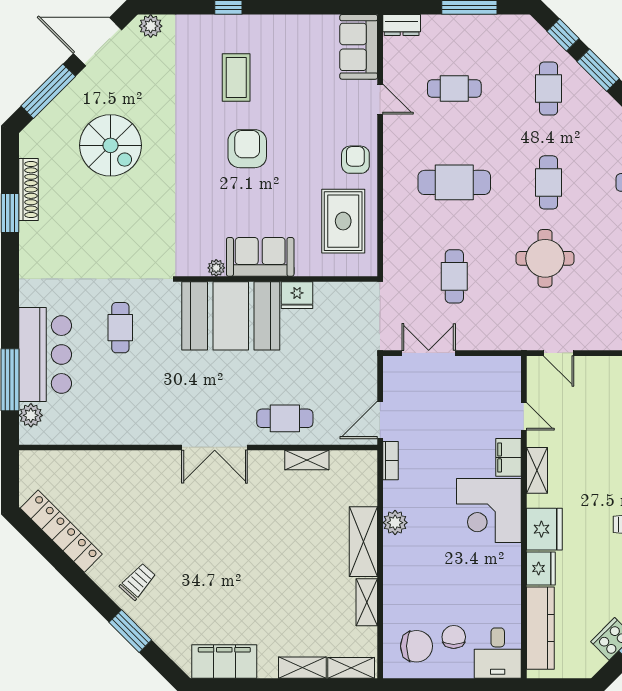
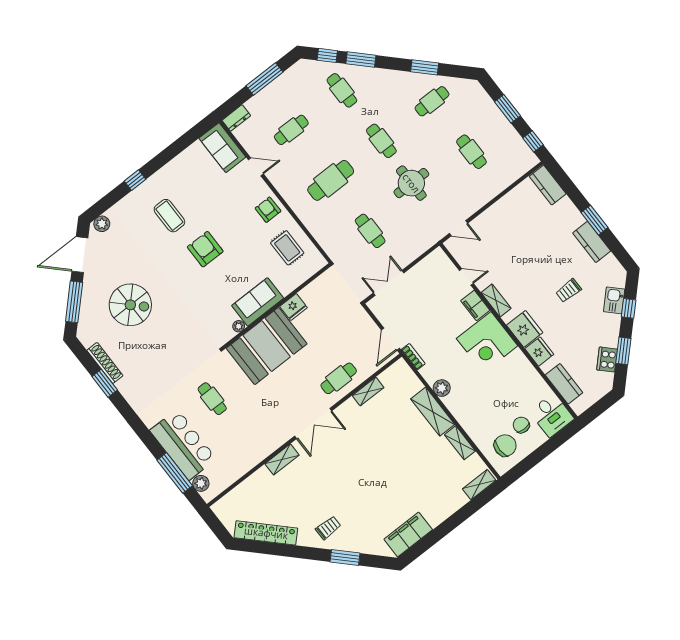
rug: (343, 221) -> (287, 248), width x0.73, depth x0.70
trolley: (138, 582) -> (328, 528), turned 48
kitchen counter: (540, 628) -> (564, 384), width x0.67
shelving: (302, 668) -> (282, 459), moved

